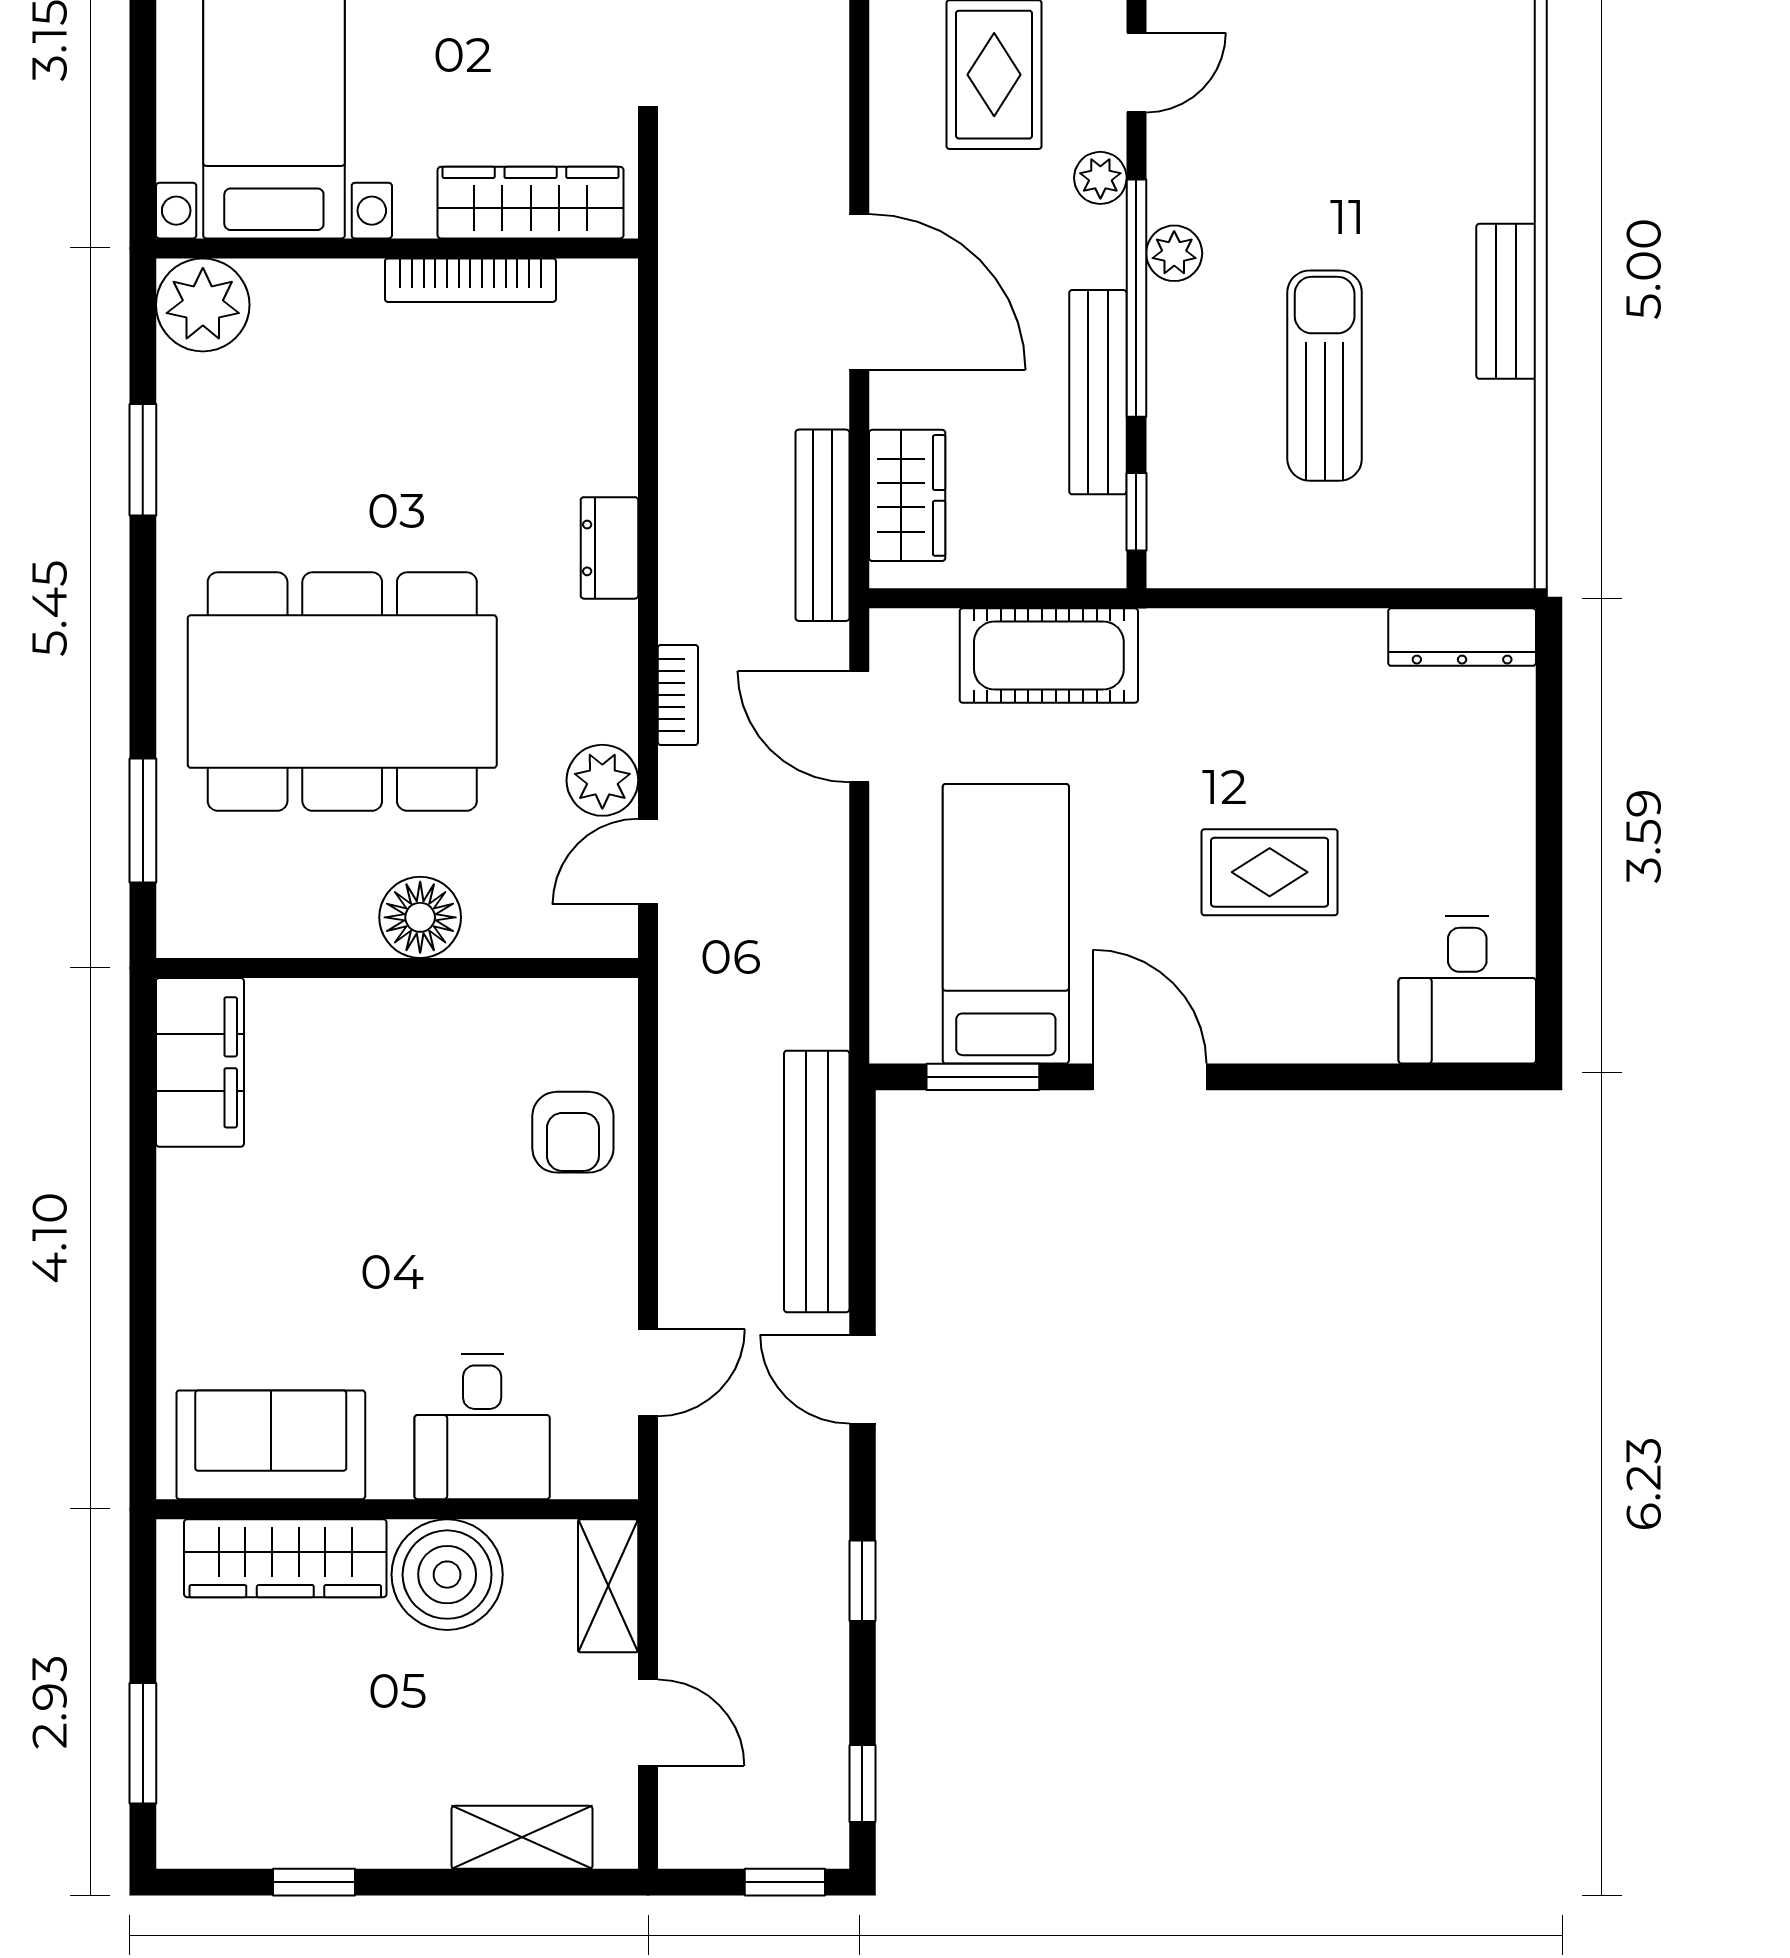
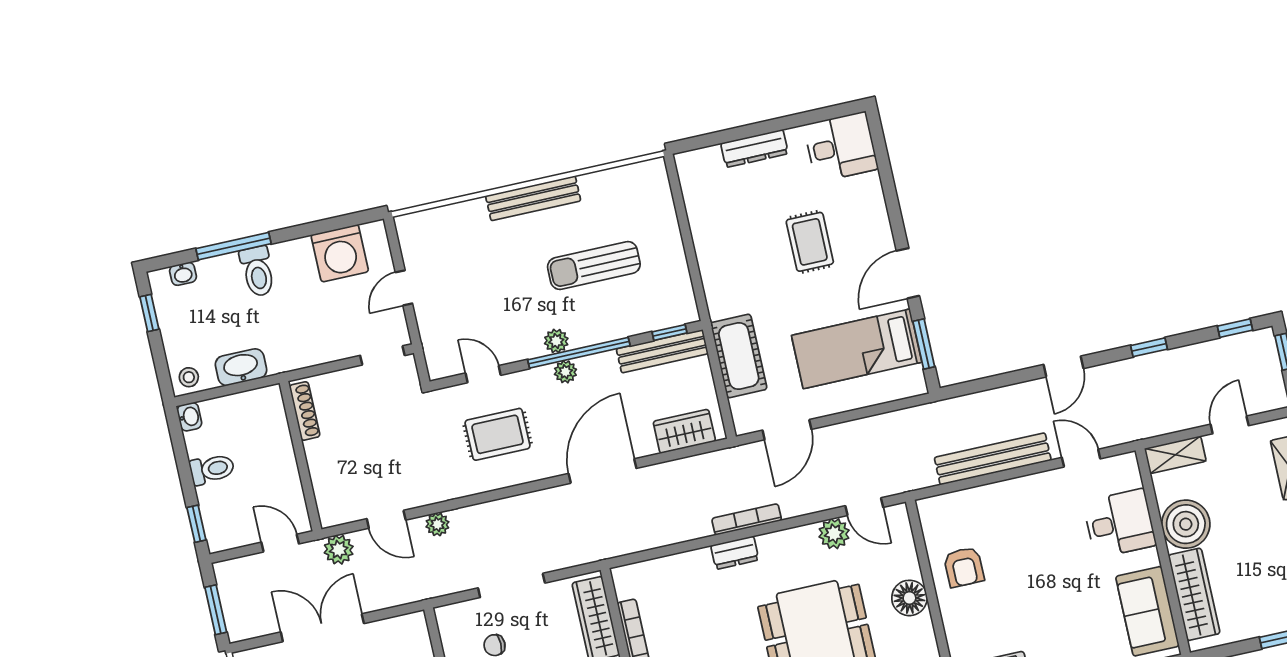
plant: (1100, 178) -> (565, 372), moved
bench: (1506, 301) -> (533, 198), width x1.36
bench: (1098, 392) -> (662, 351), moved
bench: (822, 525) -> (705, 464), removed
dresser: (1462, 637) -> (754, 148), moved, turned 90
bookcase: (678, 695) -> (747, 519), moved, width x1.56
armchair: (573, 1132) -> (964, 567), moved, turned 90
bench: (817, 1181) -> (993, 459), moved

